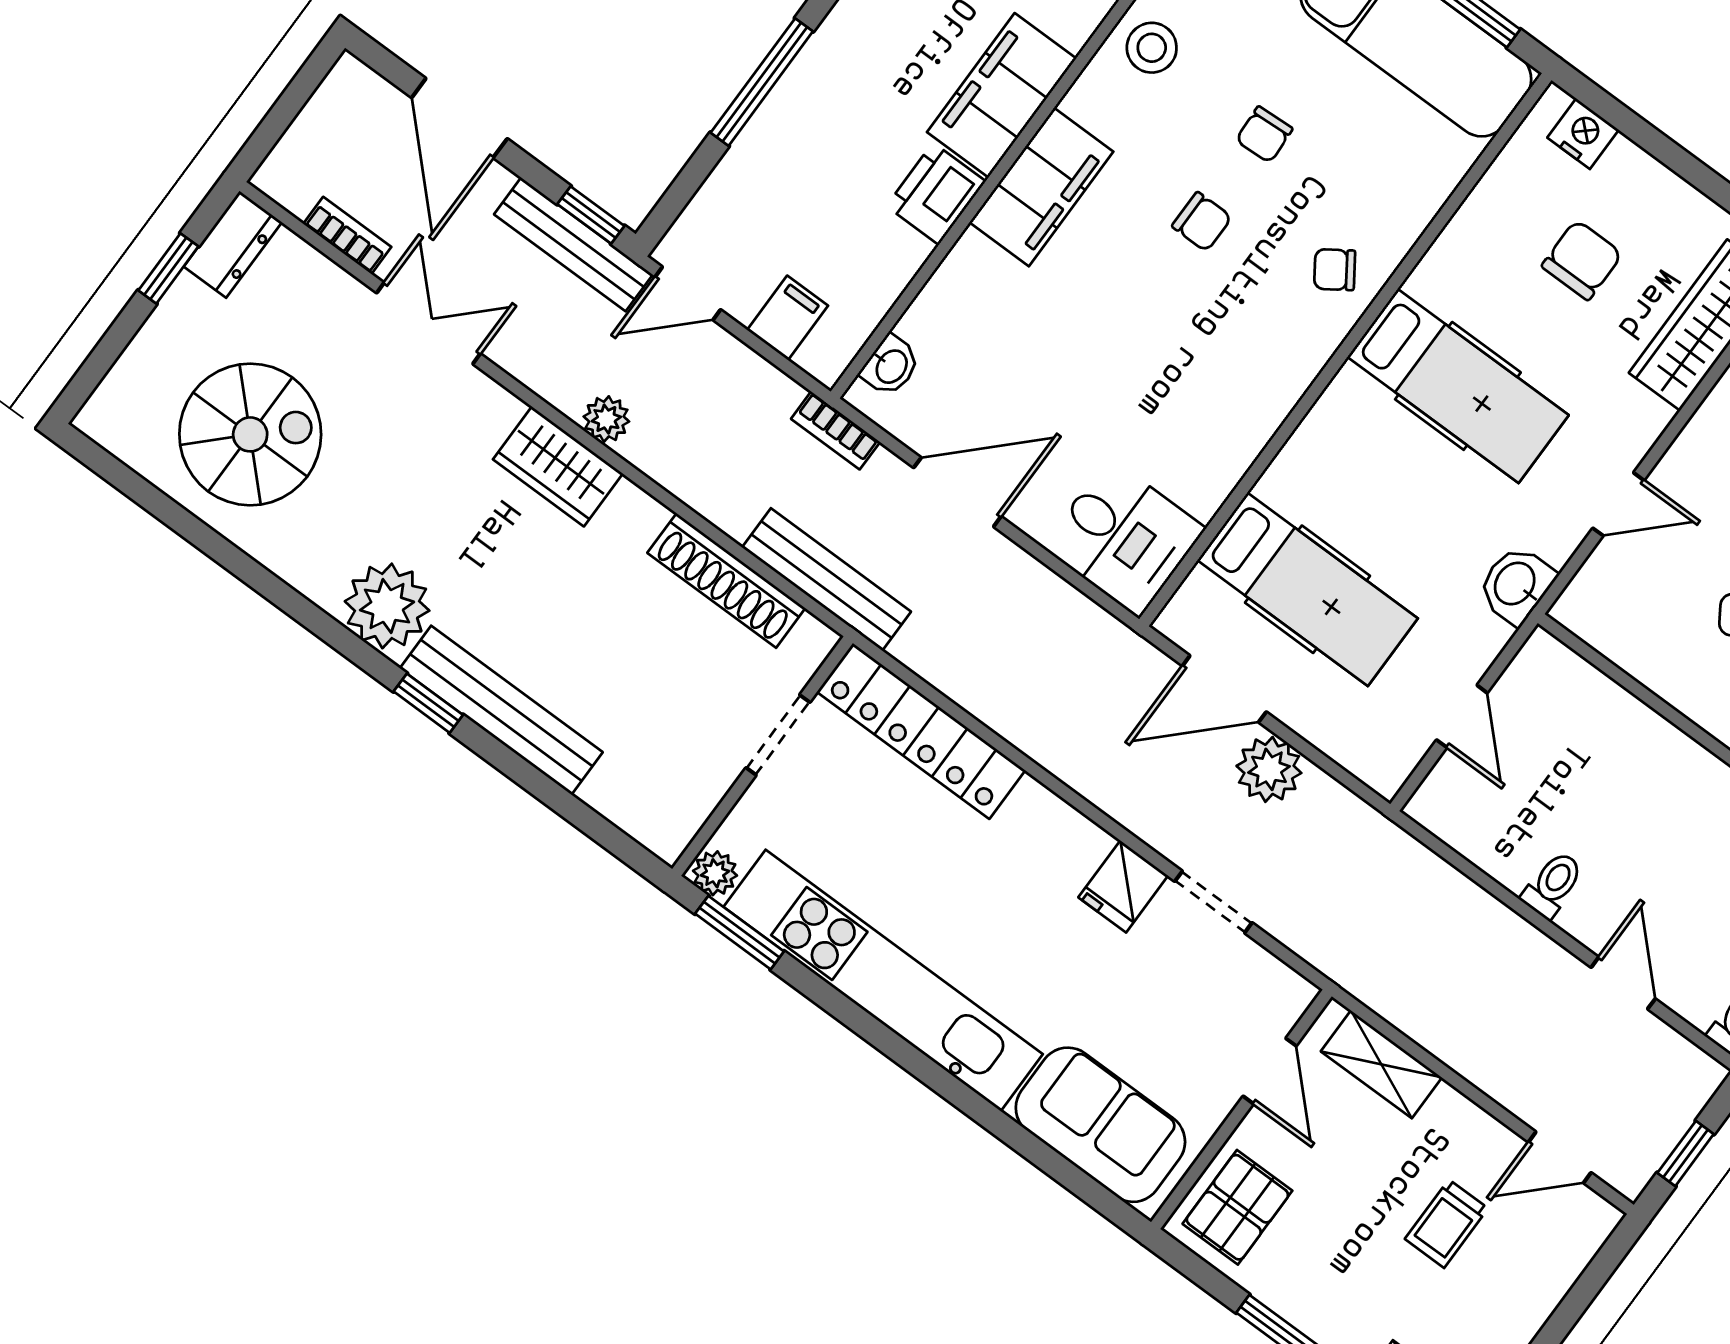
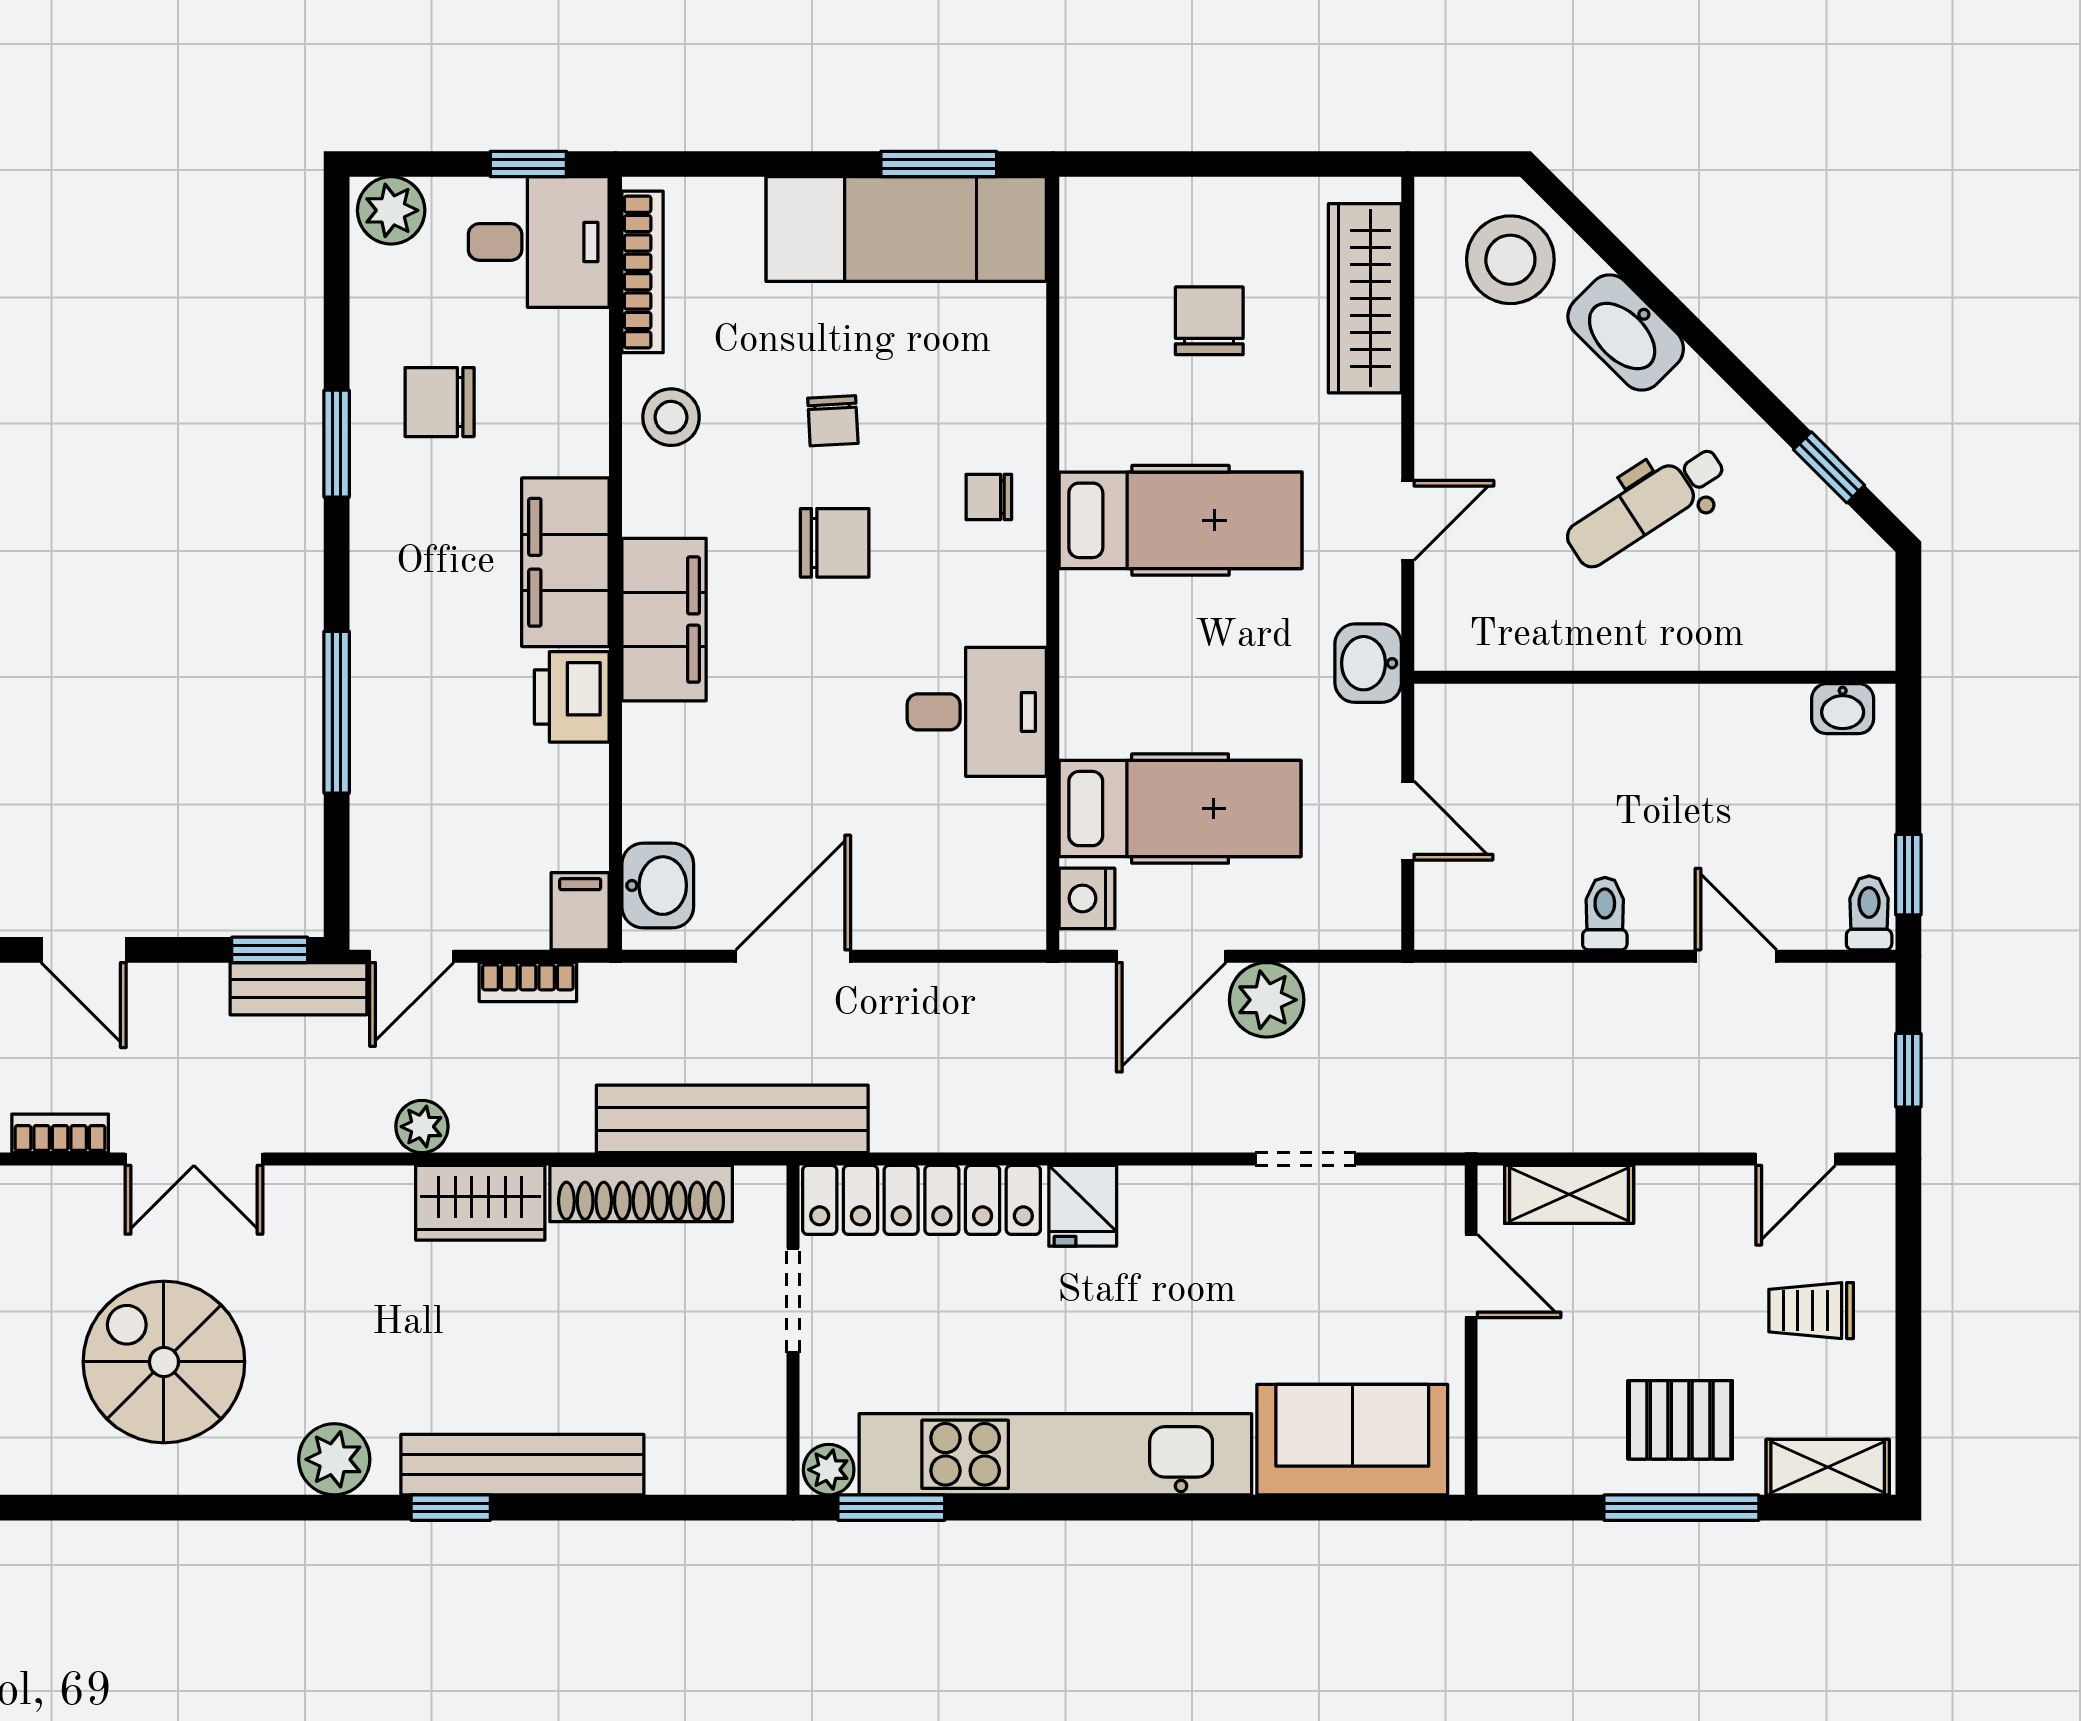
door: (459, 118) -> (84, 950), width x0.73
nightstand: (1583, 134) -> (1087, 898), moved, turned -90
chair: (1202, 222) -> (835, 543), width x1.37, depth x1.37
bench: (573, 244) -> (299, 989), width x0.73
chair: (1335, 270) -> (989, 497), turned 34
filing cabinet: (788, 318) -> (580, 911), moved
double door: (428, 323) -> (194, 1159), swing flipped
washbasin: (891, 366) -> (658, 886), width x1.38, depth x1.45
bookcase: (835, 430) -> (528, 982), moved
spiral stairs: (250, 434) -> (164, 1362), moved, turned -90
wardrobe: (558, 466) -> (480, 1203), moved
desk: (1124, 538) -> (977, 712), moved
bench: (826, 579) -> (732, 1119), width x1.37, depth x1.21
plant: (387, 606) -> (334, 1459), width x0.73, depth x0.73
fridge: (1123, 886) -> (1083, 1206), moved
pallet: (1237, 1207) -> (1680, 1420), moved, turned 90
trolley: (1446, 1224) -> (1811, 1311), moved, turned 90

